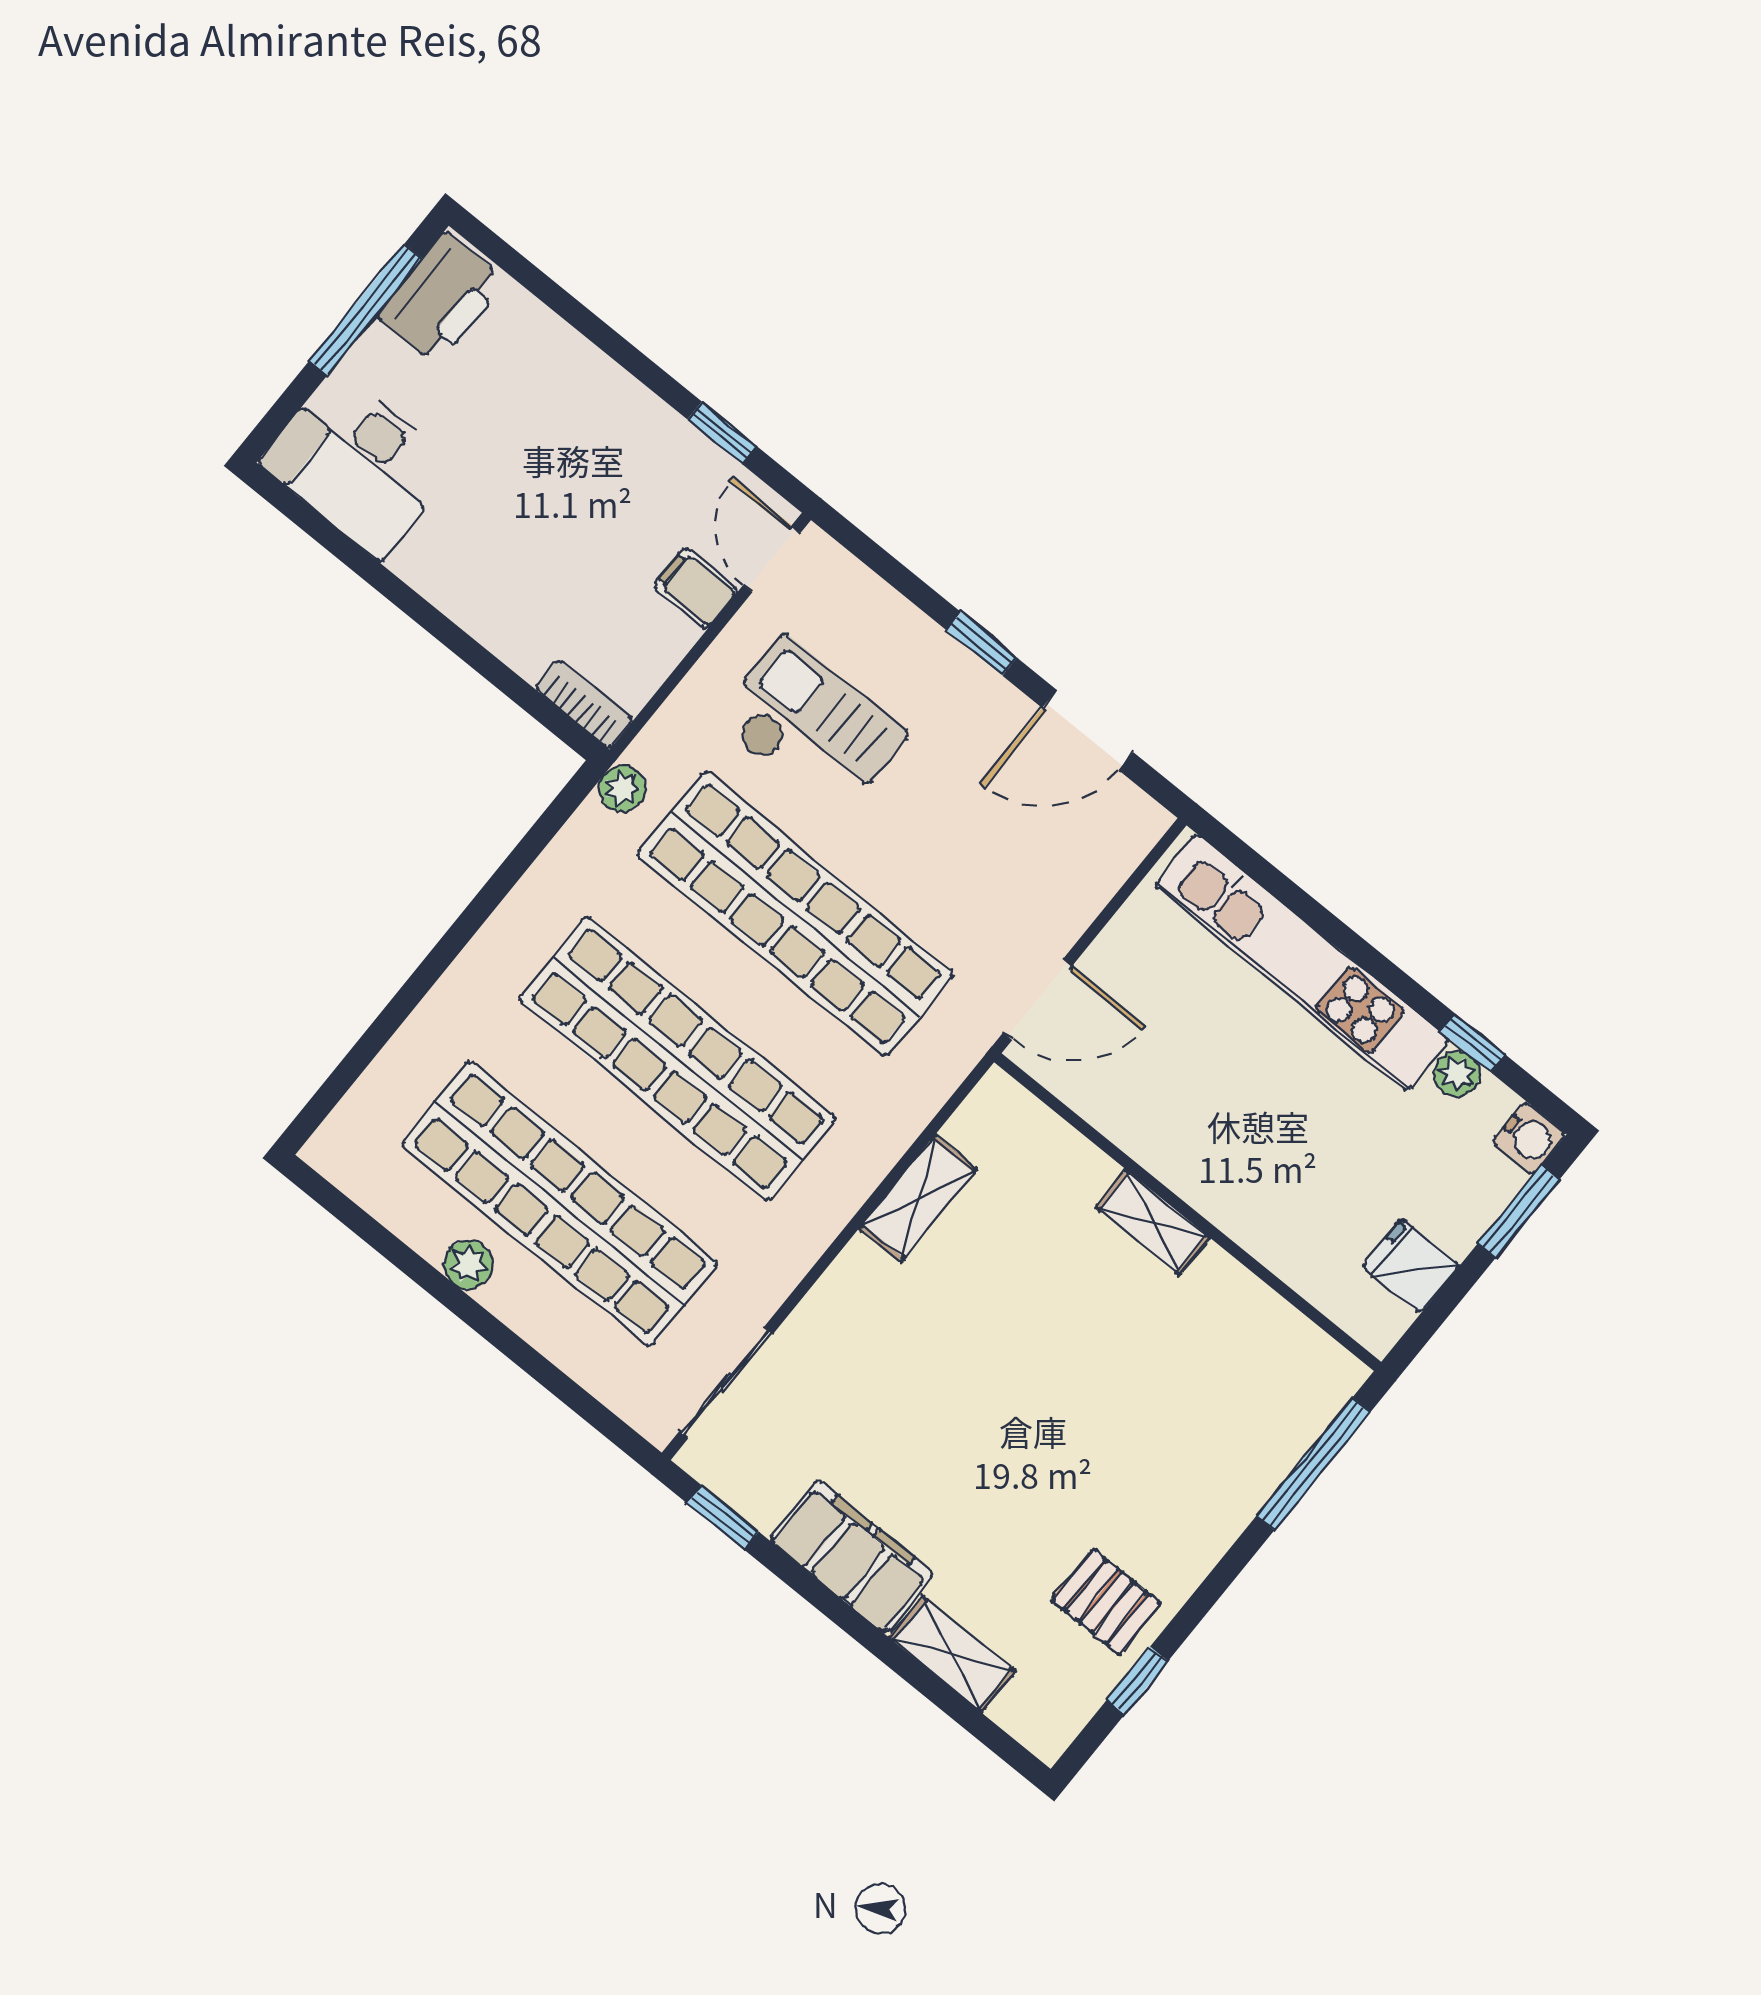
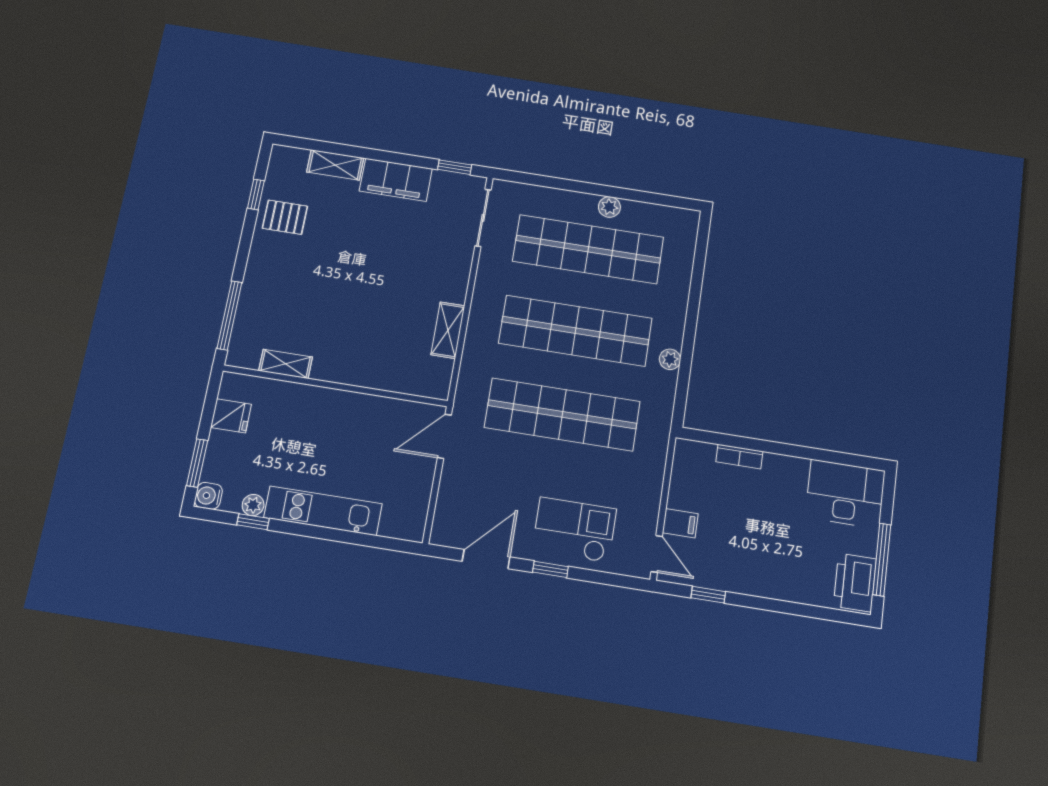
bookcase: (584, 704) -> (739, 457), moved
checkout: (811, 727) -> (574, 530), moved, turned 180
plant: (622, 789) -> (670, 359), moved
kitchen unit: (1302, 962) -> (323, 511), width x0.73
shelving: (1153, 1222) -> (286, 364), moved

